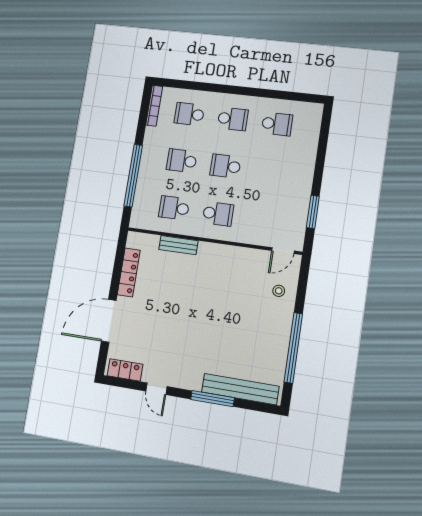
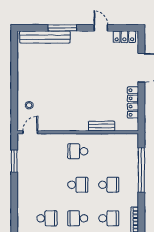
school desk: (277, 124) -> (47, 218), turned 180
school desk: (174, 208) -> (109, 151), removed
window: (293, 348) -> (14, 69), removed

